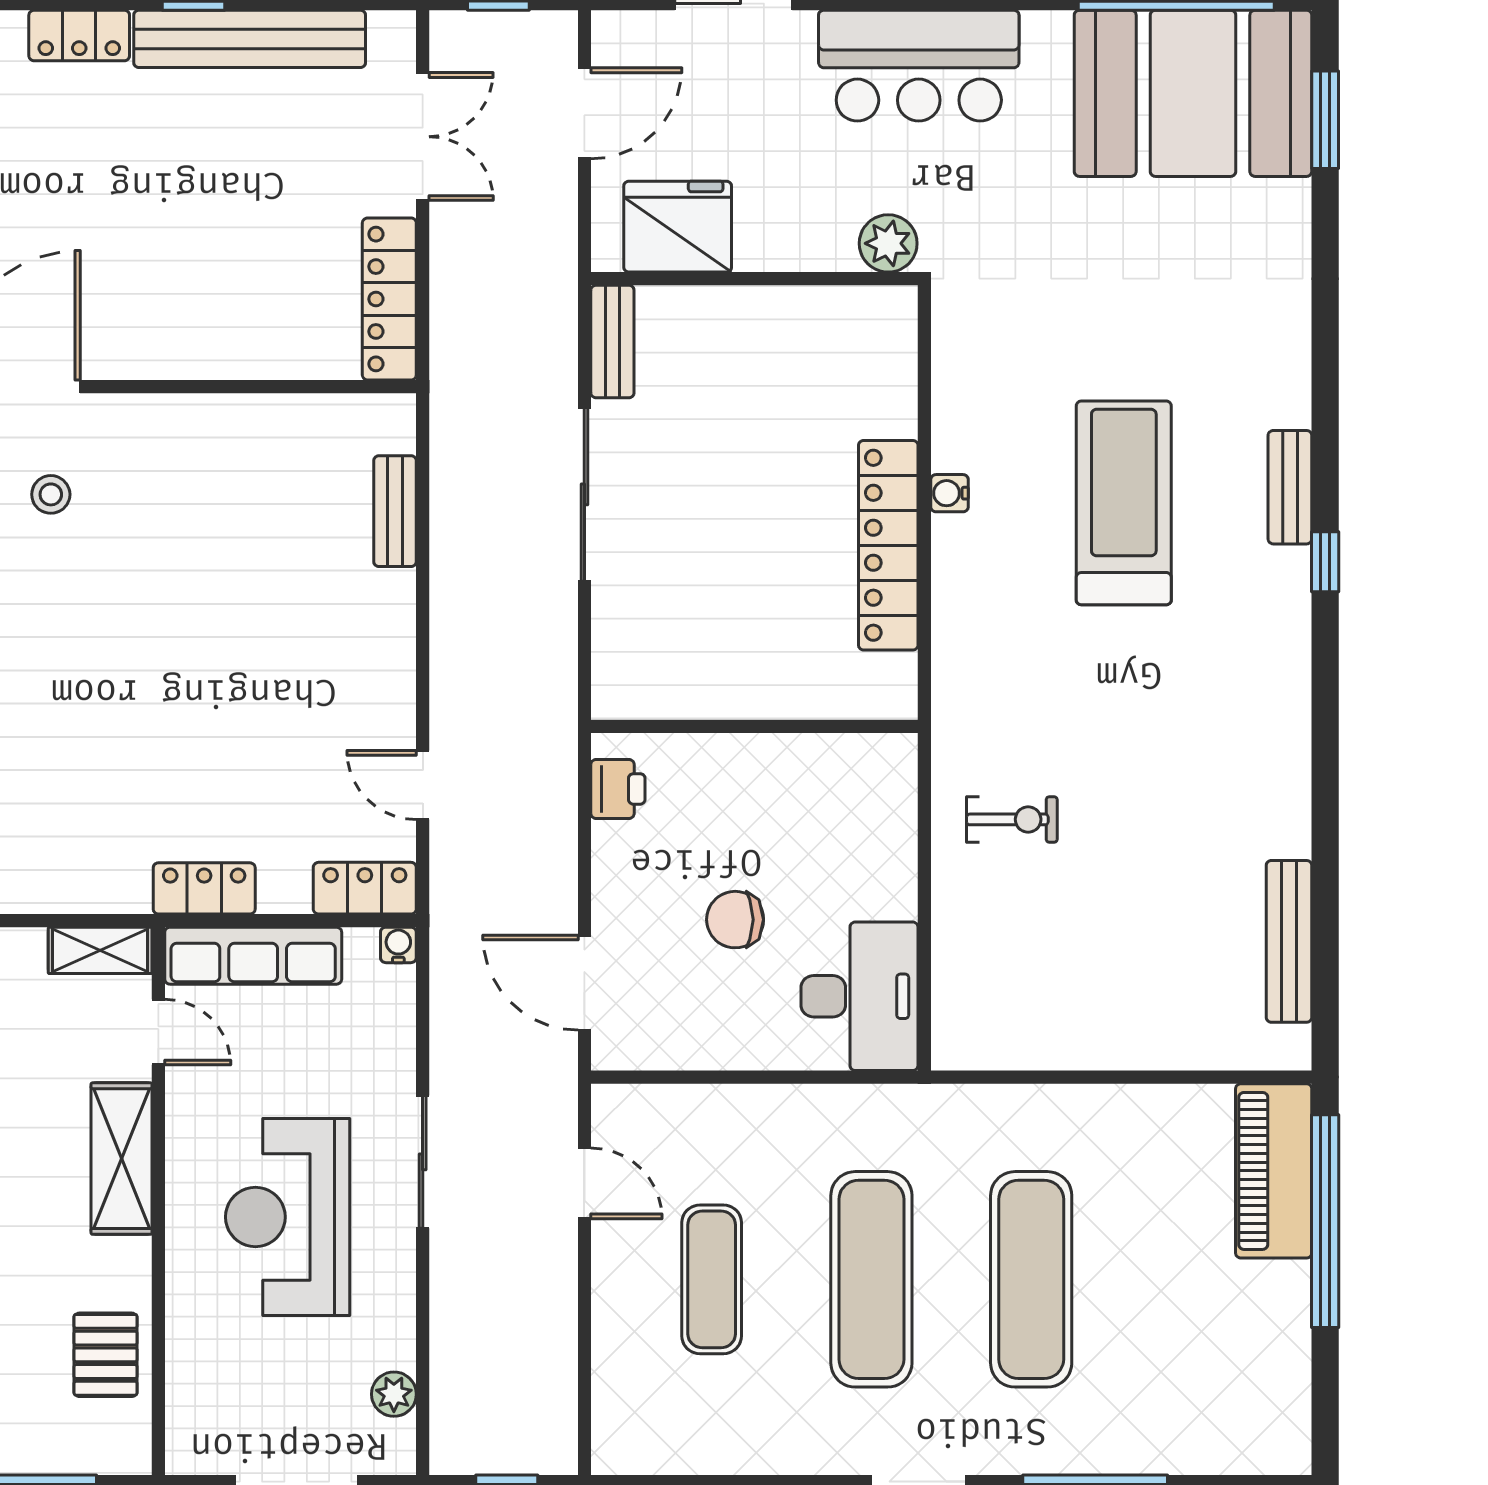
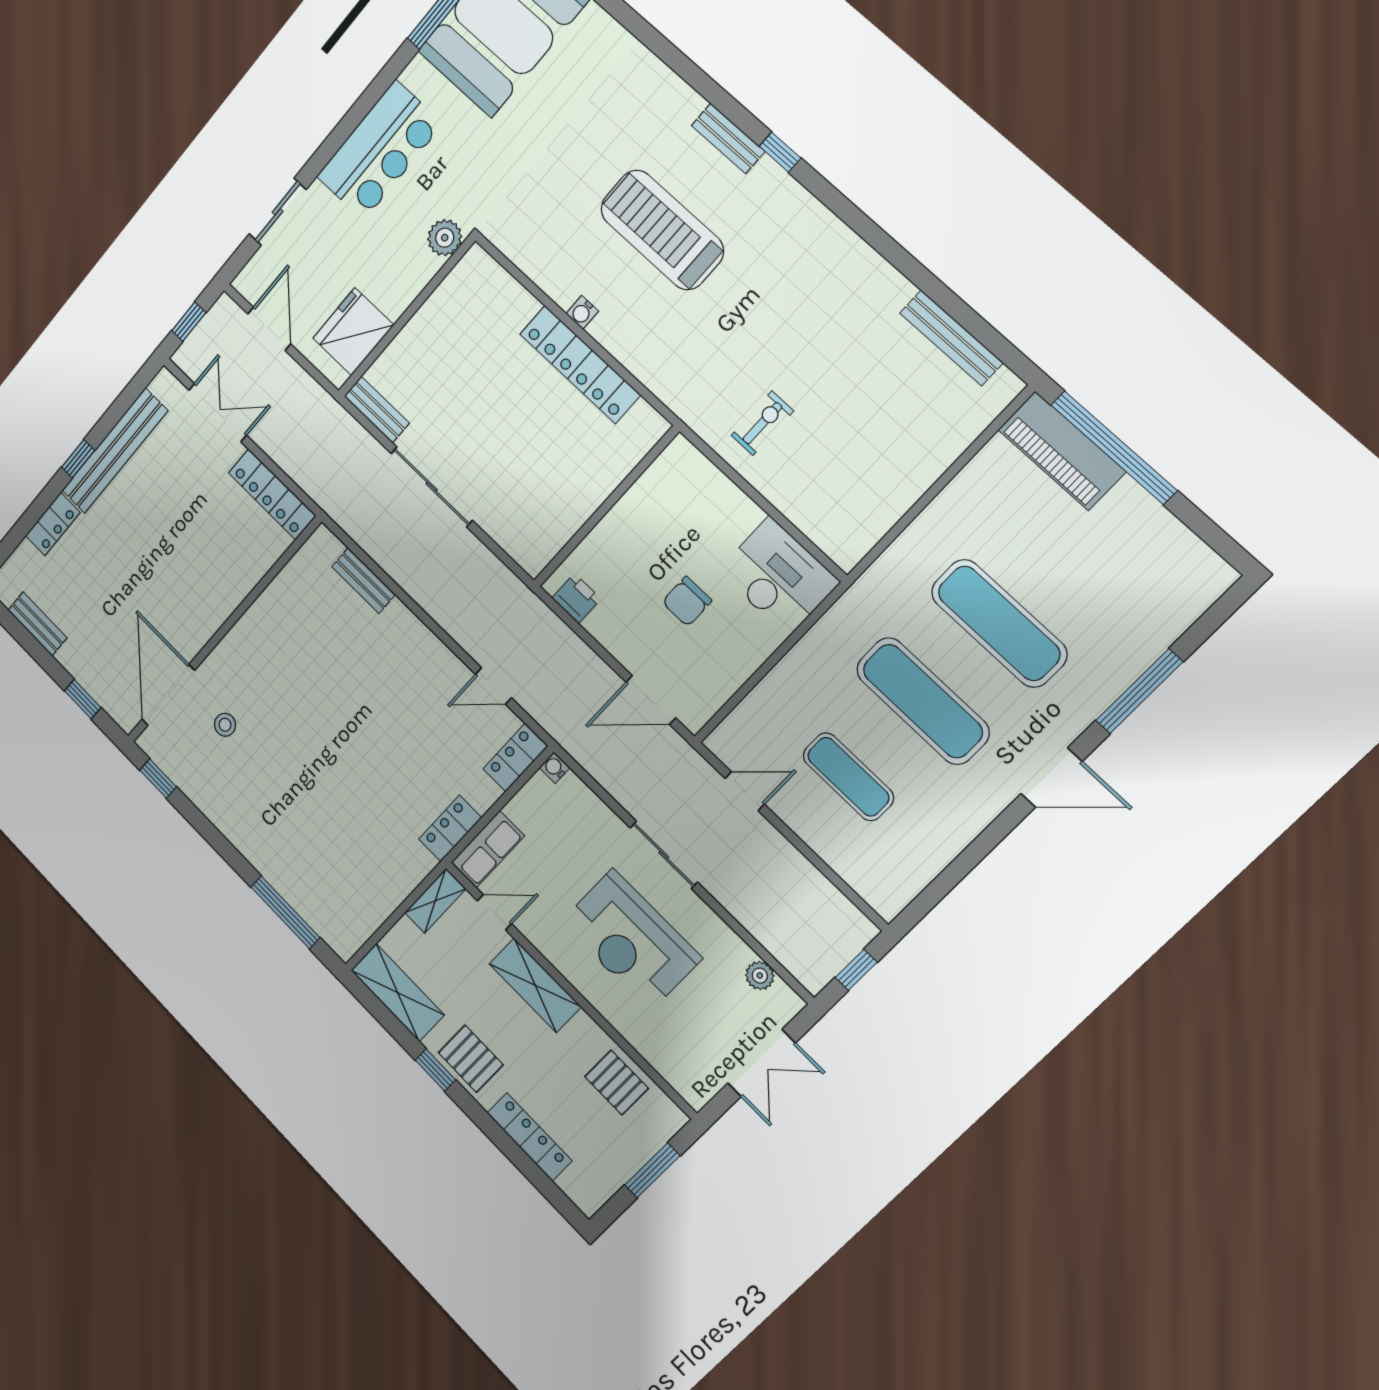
row of seats: (253, 956) -> (488, 849), width x0.68

